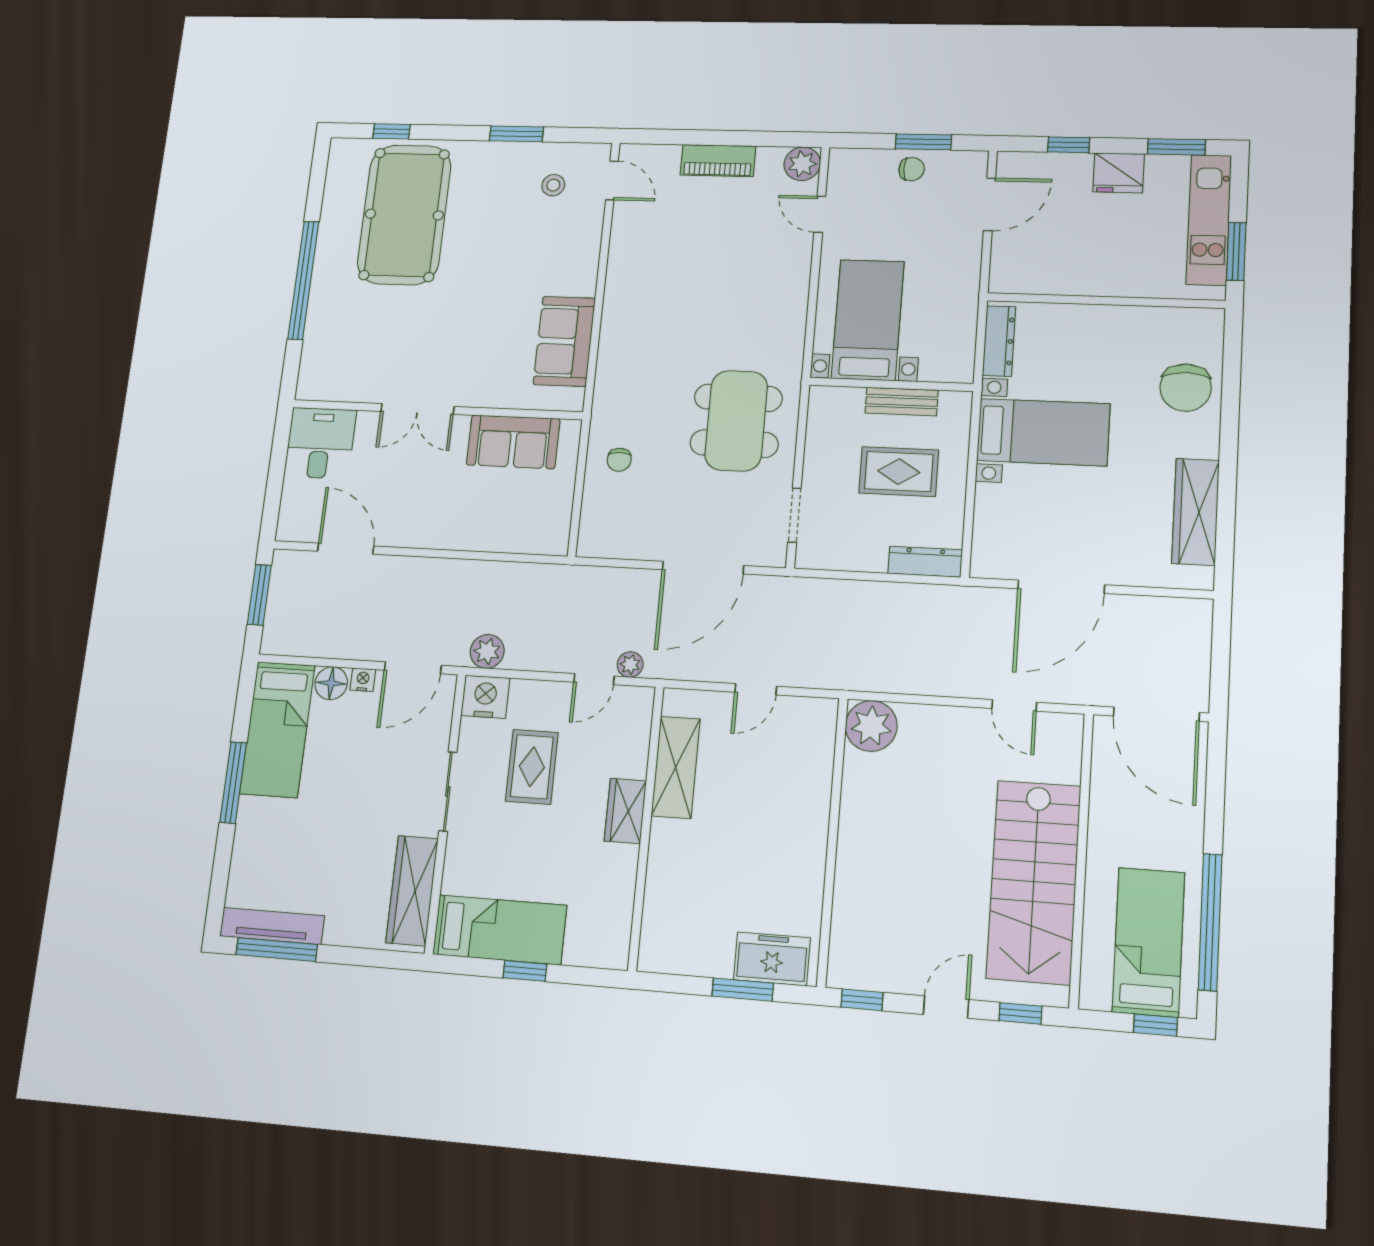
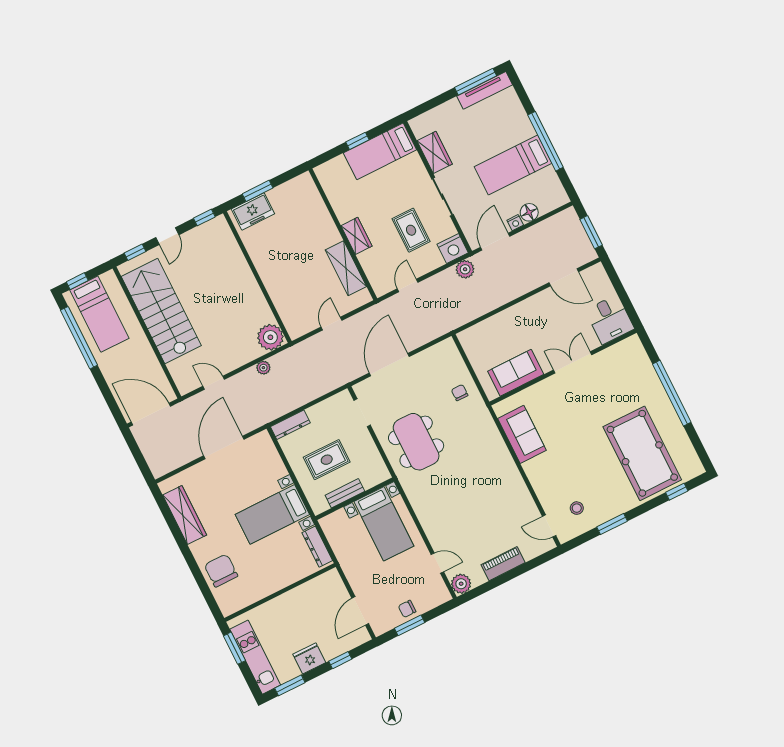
plant: (630, 664) -> (263, 368), moved
bed: (277, 729) -> (513, 165), moved, turned -90
window: (233, 783) -> (546, 141), width x1.46
wardrobe: (412, 891) -> (435, 152), width x0.67

